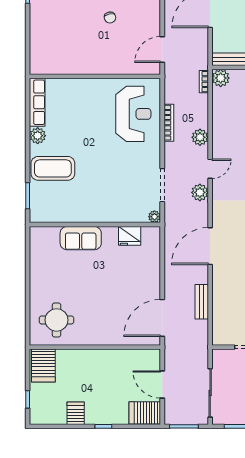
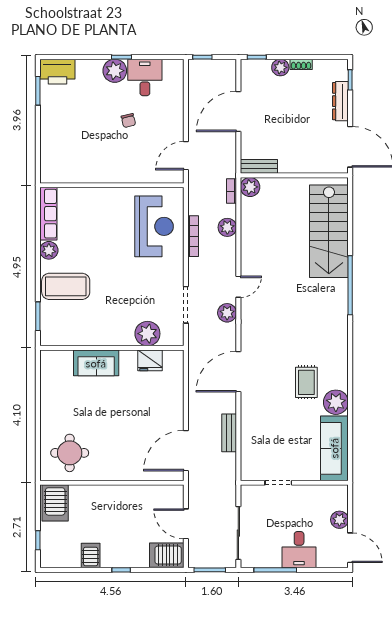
plant: (200, 137) -> (227, 227), moved
plant: (154, 217) -> (147, 334), moved, width x1.87, depth x1.87

